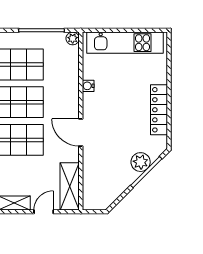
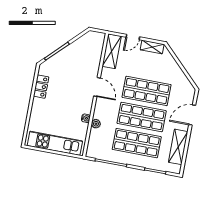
plant: (73, 38) -> (96, 124), moved
locker: (159, 110) -> (41, 87), width x0.66
plant: (141, 162) -> (60, 59), removed

